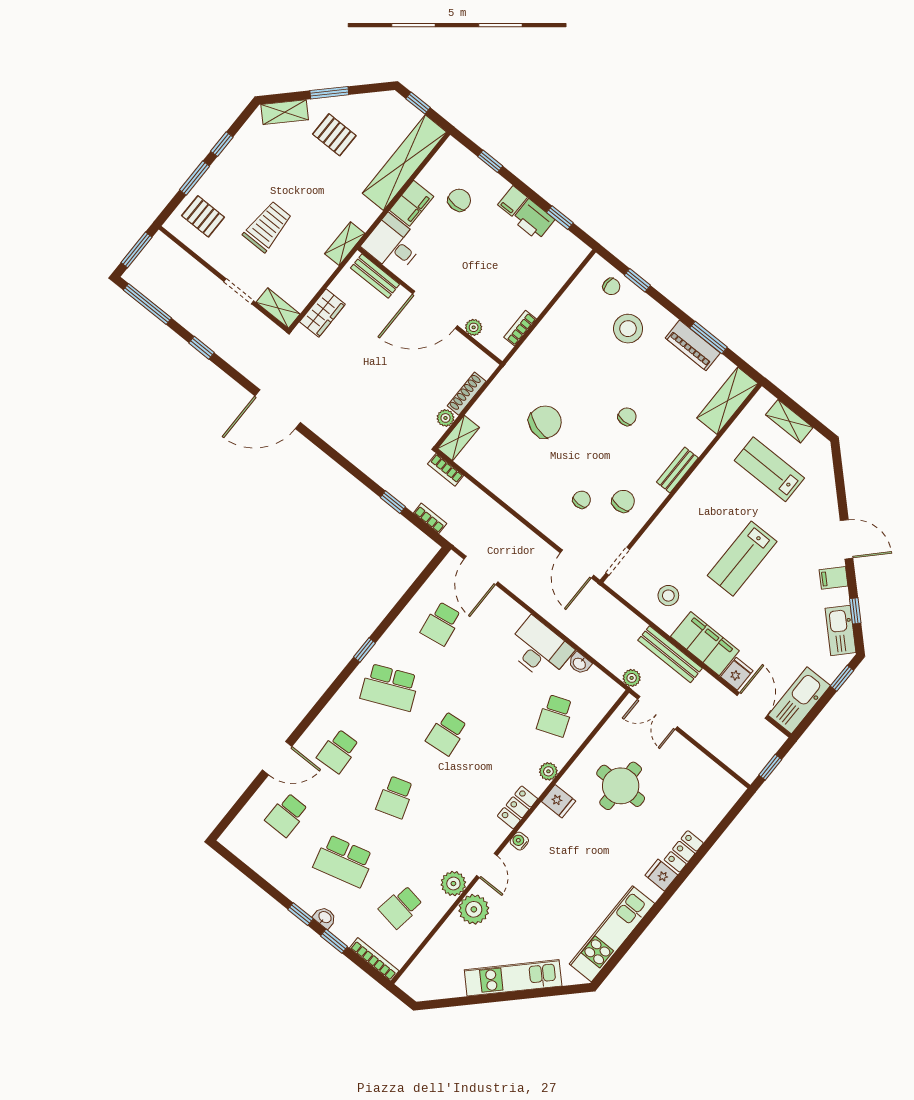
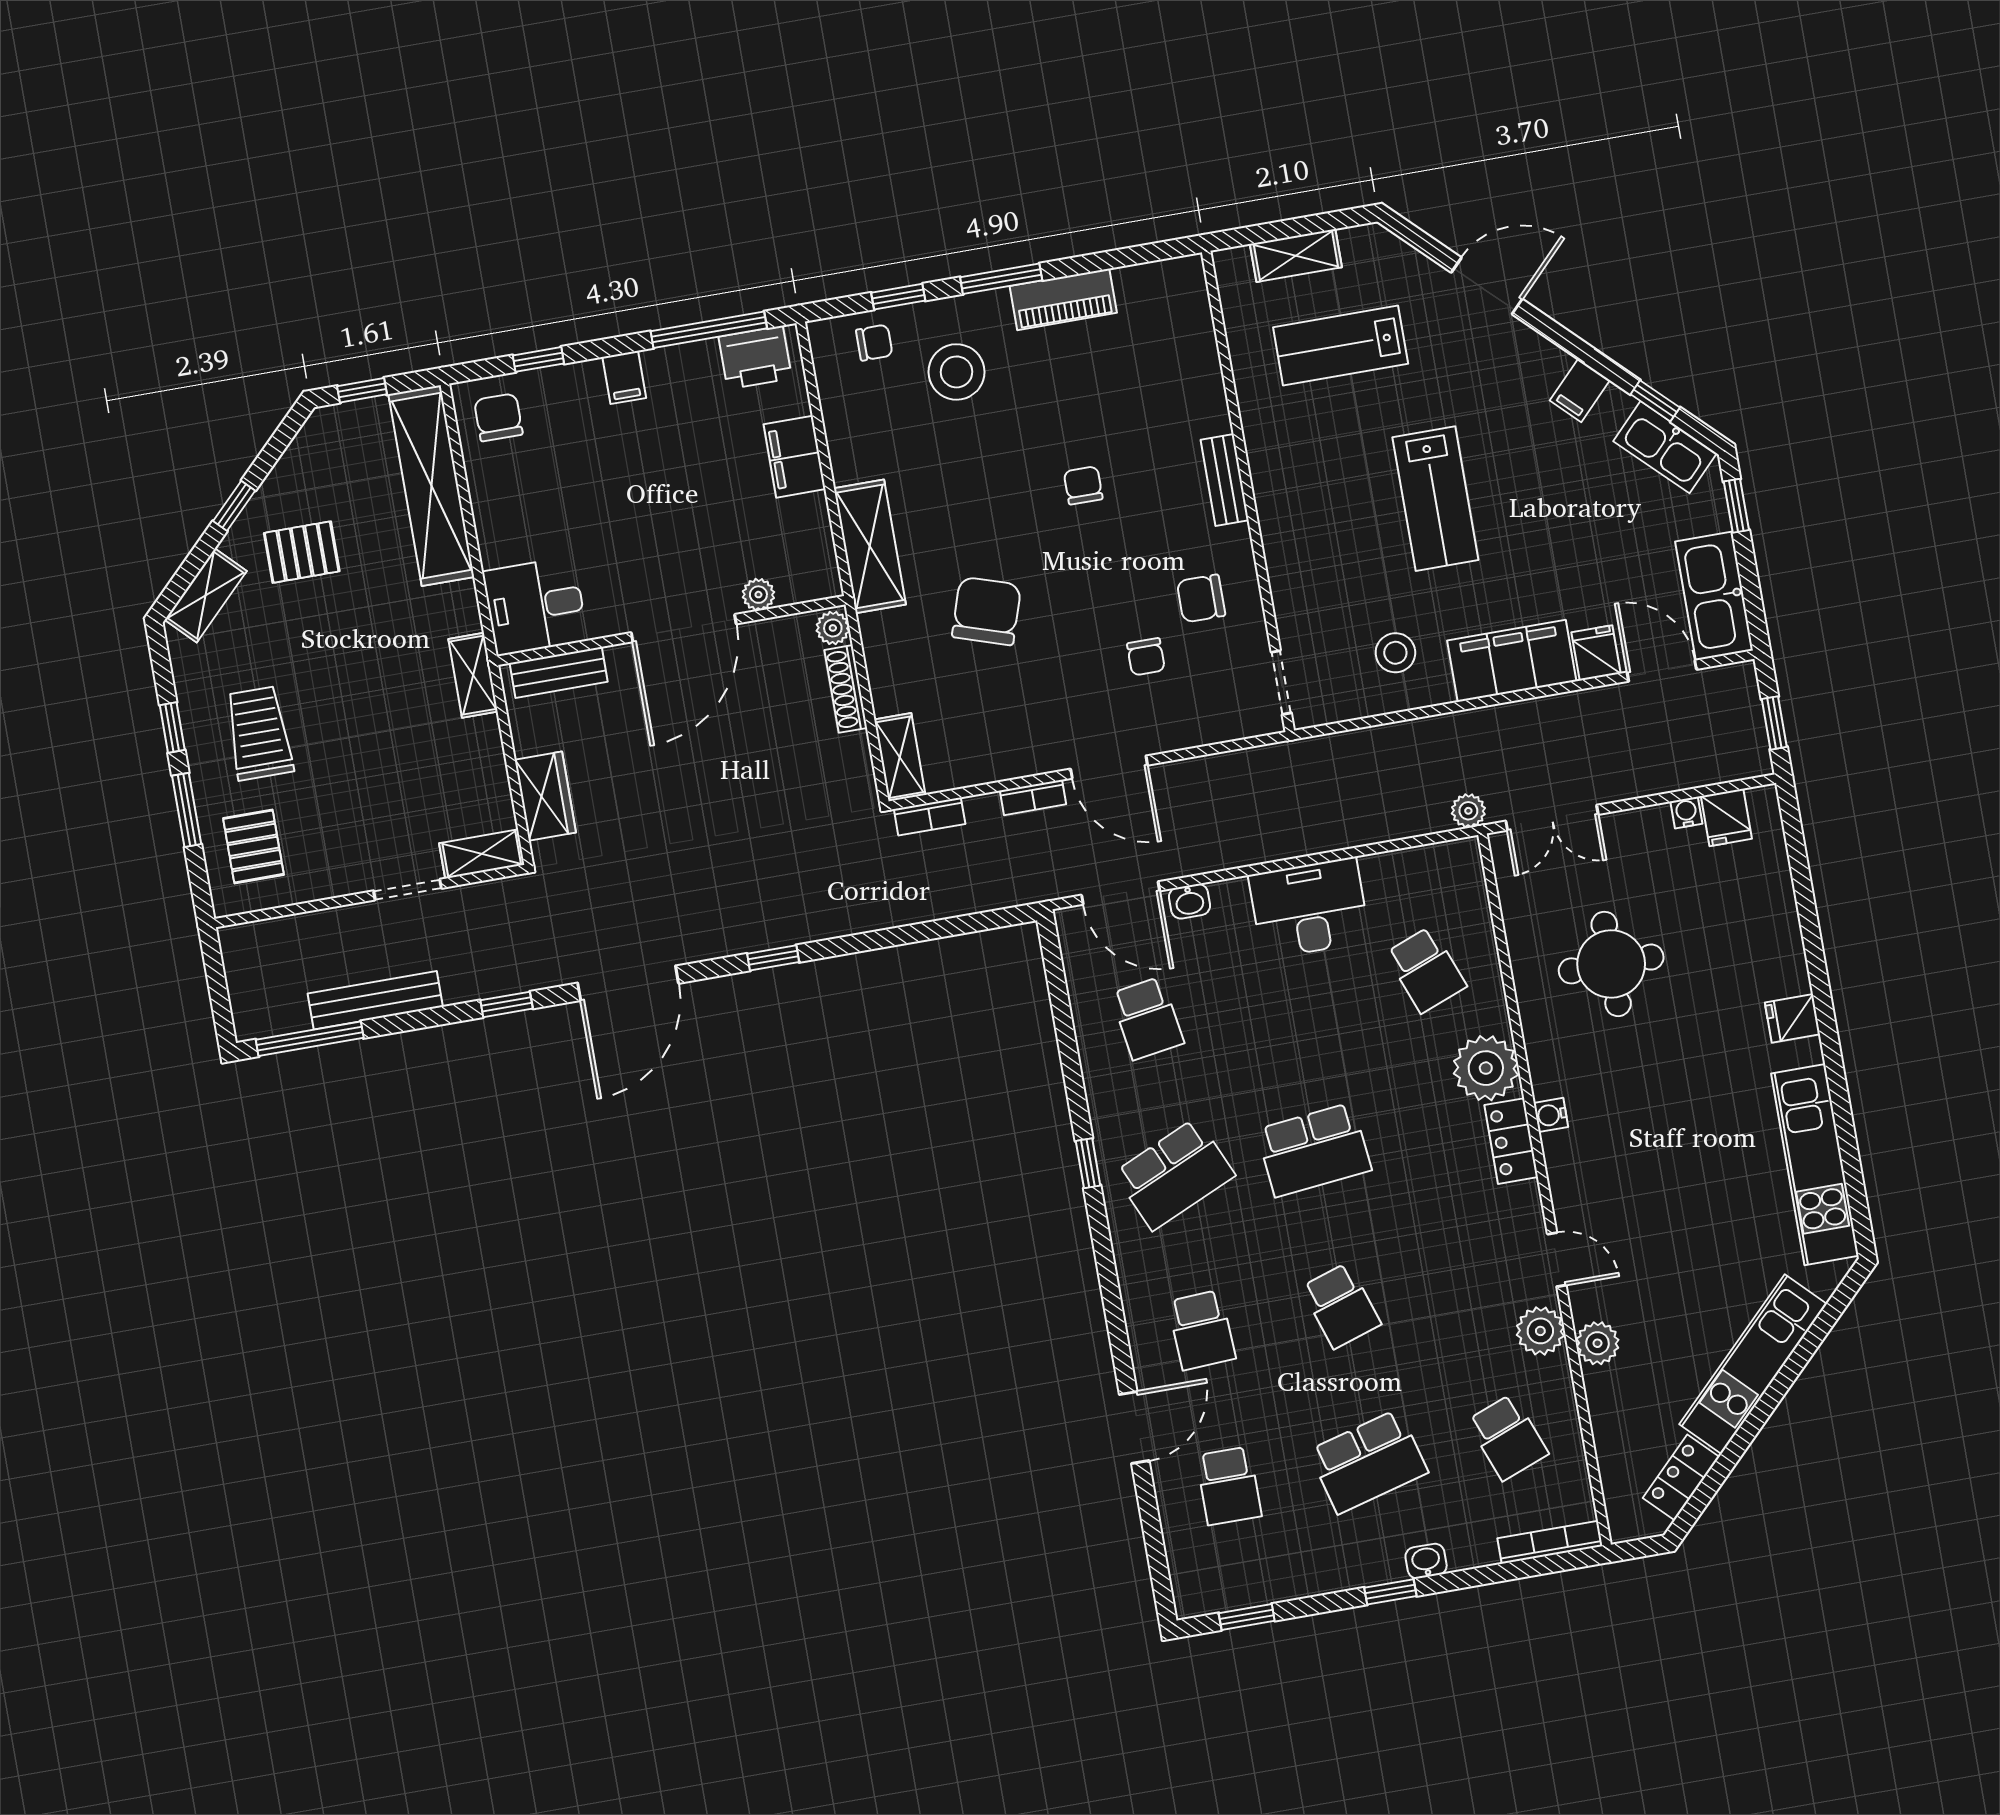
window: (329, 93) -> (234, 506), width x0.67
chair: (459, 200) -> (498, 417), moved
filing cabinet: (412, 203) -> (795, 457), moved, turned 180
pallet: (203, 216) -> (253, 846), turned 90
window: (560, 218) -> (709, 330), width x2.17
printer: (533, 220) -> (755, 358), moved
trolley: (268, 227) -> (259, 733), moved
window: (137, 250) -> (217, 986), removed
bookcase: (520, 328) -> (819, 528), removed
window: (709, 338) -> (1001, 279), moved
window: (202, 348) -> (507, 1004), moved
shelving: (728, 401) -> (870, 546), moved
plant: (445, 418) -> (833, 628), moved
chair: (582, 500) -> (1146, 657), turned 180
chair: (623, 501) -> (1201, 598), turned -90
window: (393, 502) -> (773, 958), moved
bookcase: (430, 518) -> (1033, 797), moved, turned 180
door: (847, 539) -> (1487, 286), moved
door: (577, 564) -> (1109, 767), moved
bench: (670, 654) -> (375, 1000), moved
washbasin: (580, 663) -> (1189, 901), moved
school desk: (447, 733) -> (1314, 1150), width x1.85
water cooler: (705, 764) -> (1686, 813), added
plant: (548, 771) -> (1486, 1068), width x1.88, depth x1.88
fridge: (559, 801) -> (1726, 817), moved, turned 90
water cooler: (519, 841) -> (1551, 1115), moved
locker: (684, 851) -> (1681, 1478), moved, turned 45
school desk: (401, 907) -> (1508, 1437), turned -30
plant: (474, 909) -> (1597, 1343), width x0.73, depth x0.73
window: (334, 941) -> (1247, 1617), moved

